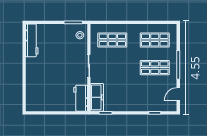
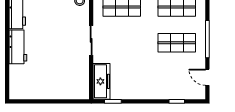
door: (178, 94) -> (207, 77), hinge flipped
workbench: (81, 98) -> (18, 47), moved, turned 180

